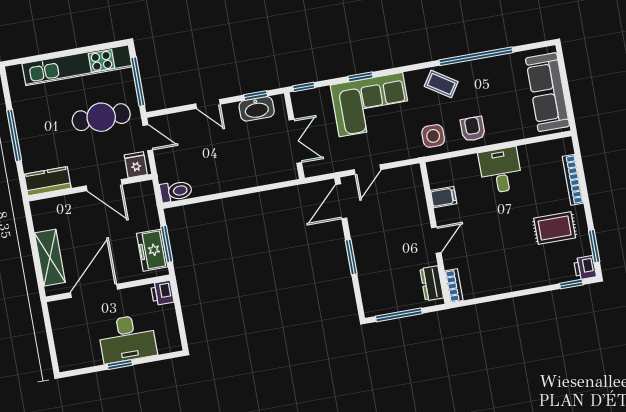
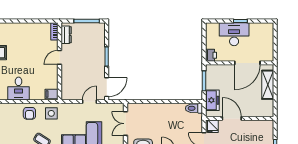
kitchen counter: (48, 181) -> (262, 126), removed
filing cabinet: (444, 197) -> (52, 94), moved
freezer: (152, 250) -> (212, 100), moved

